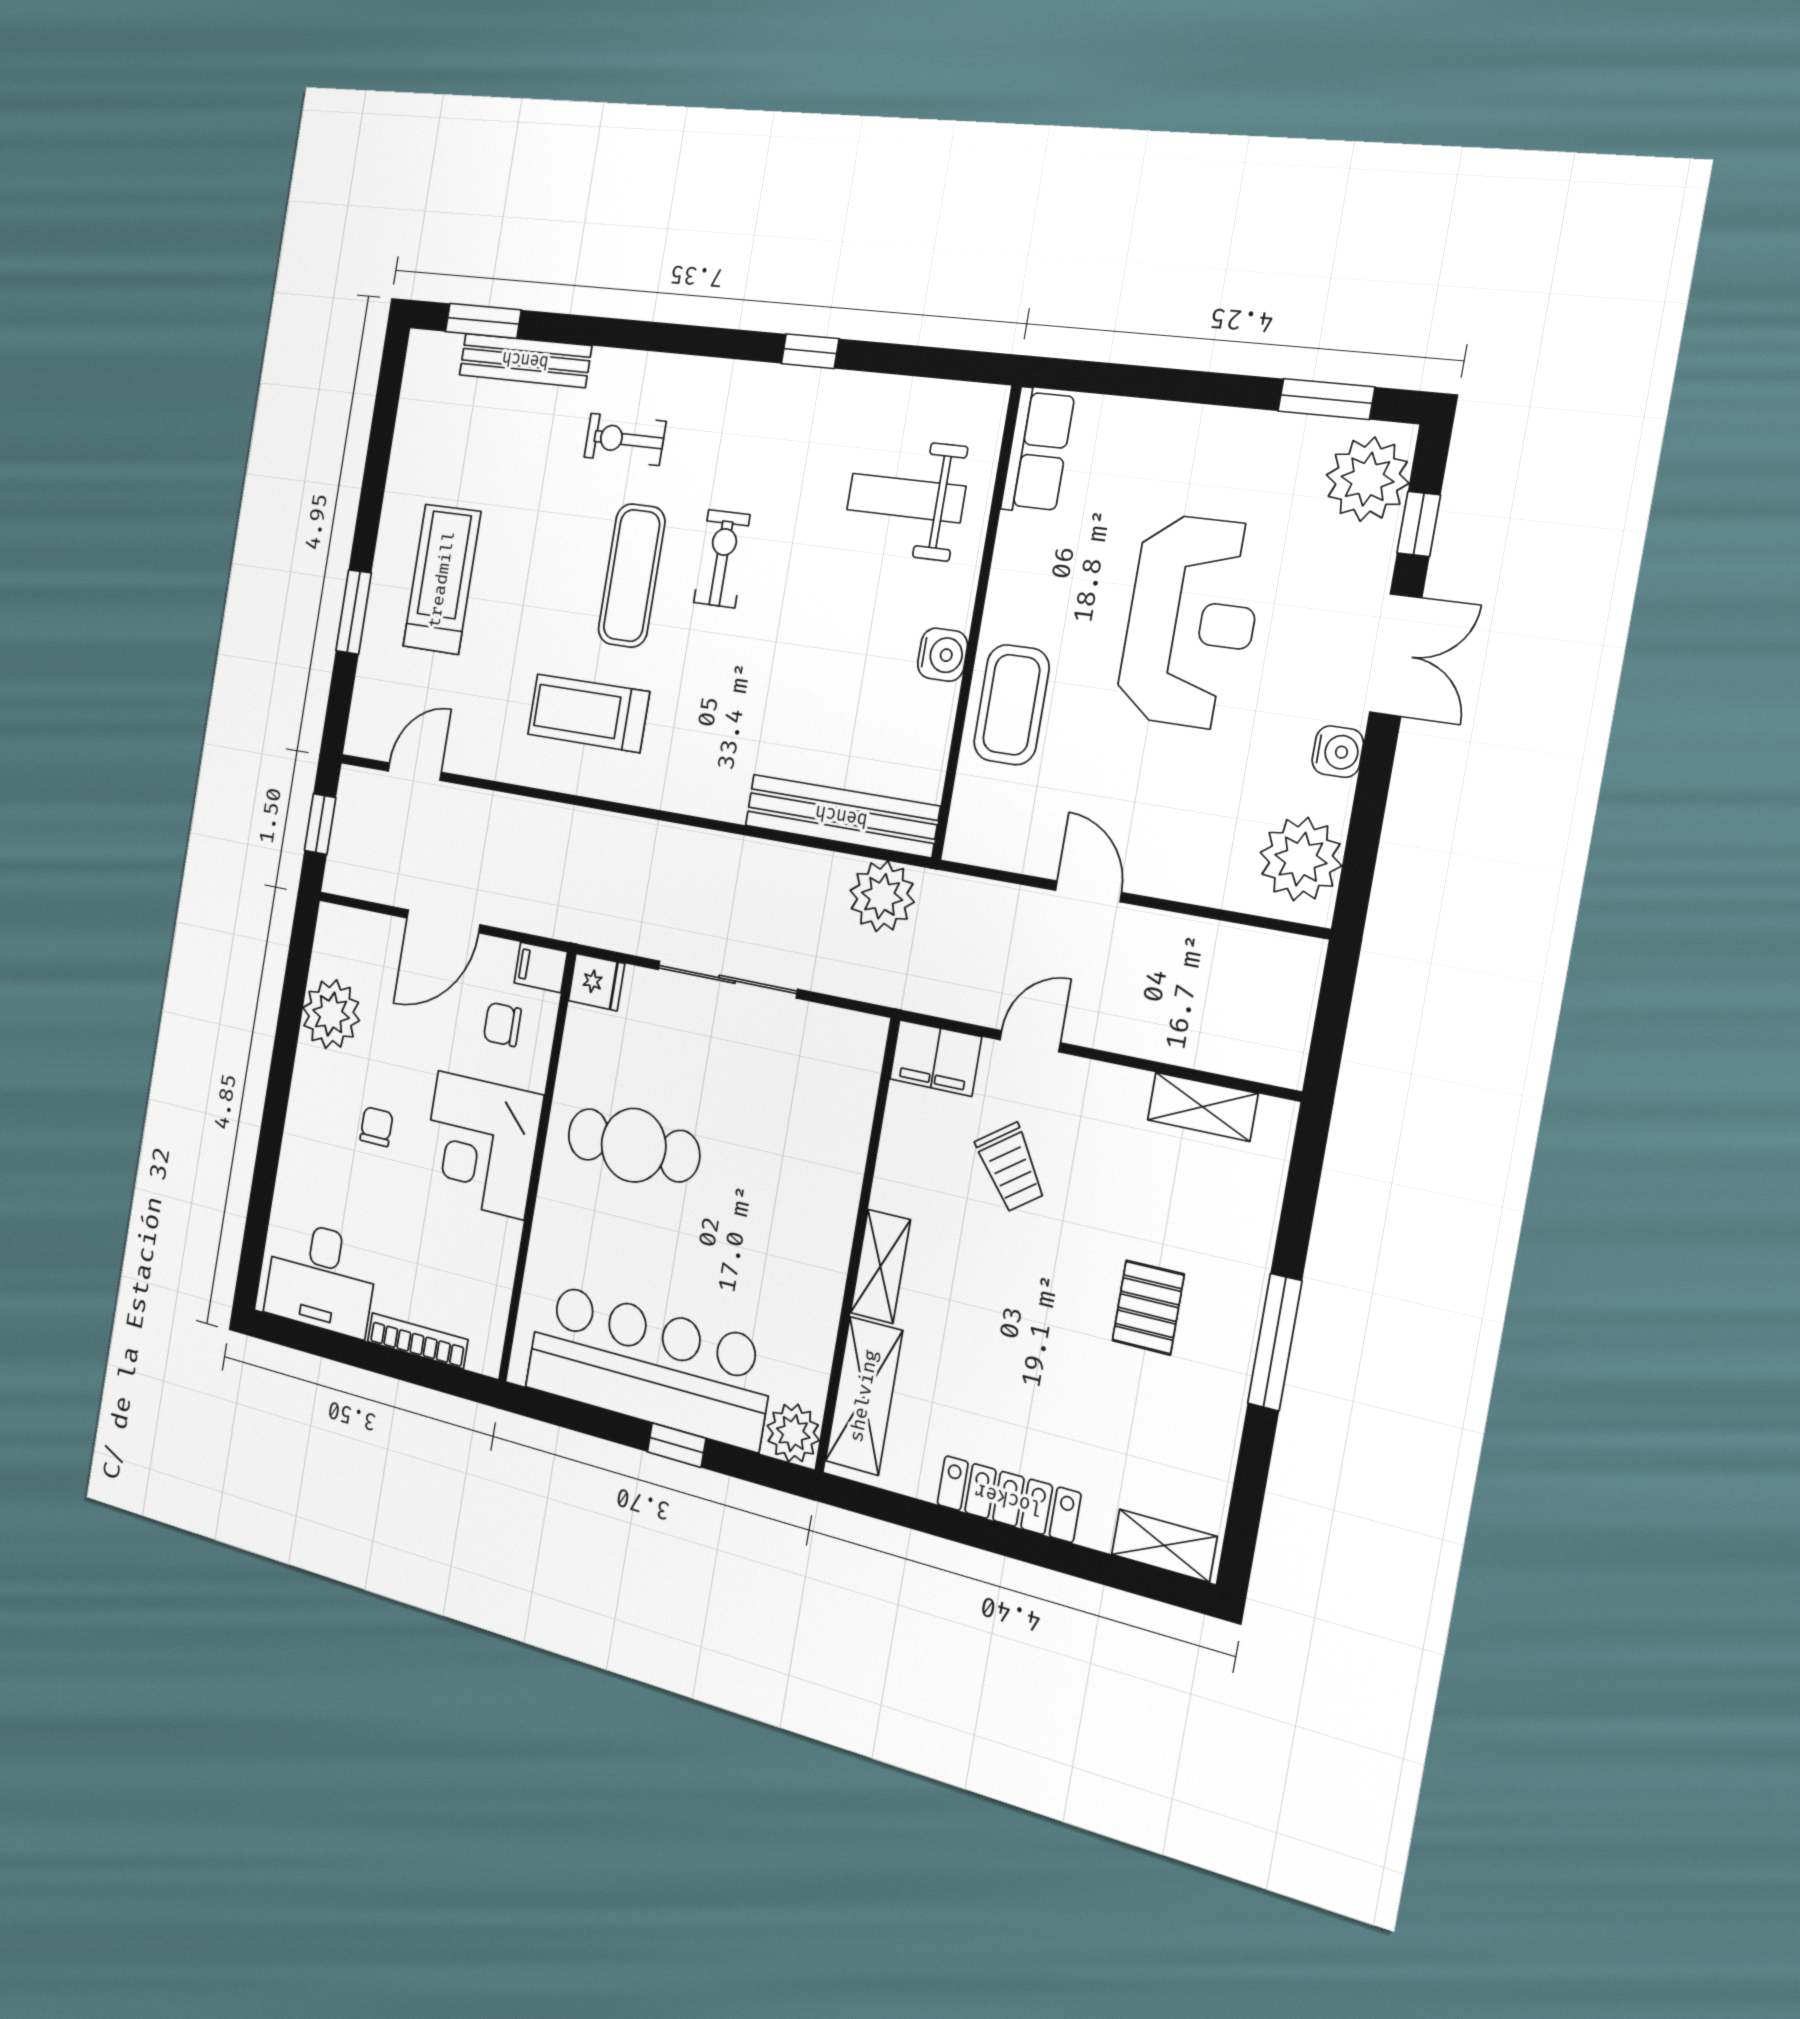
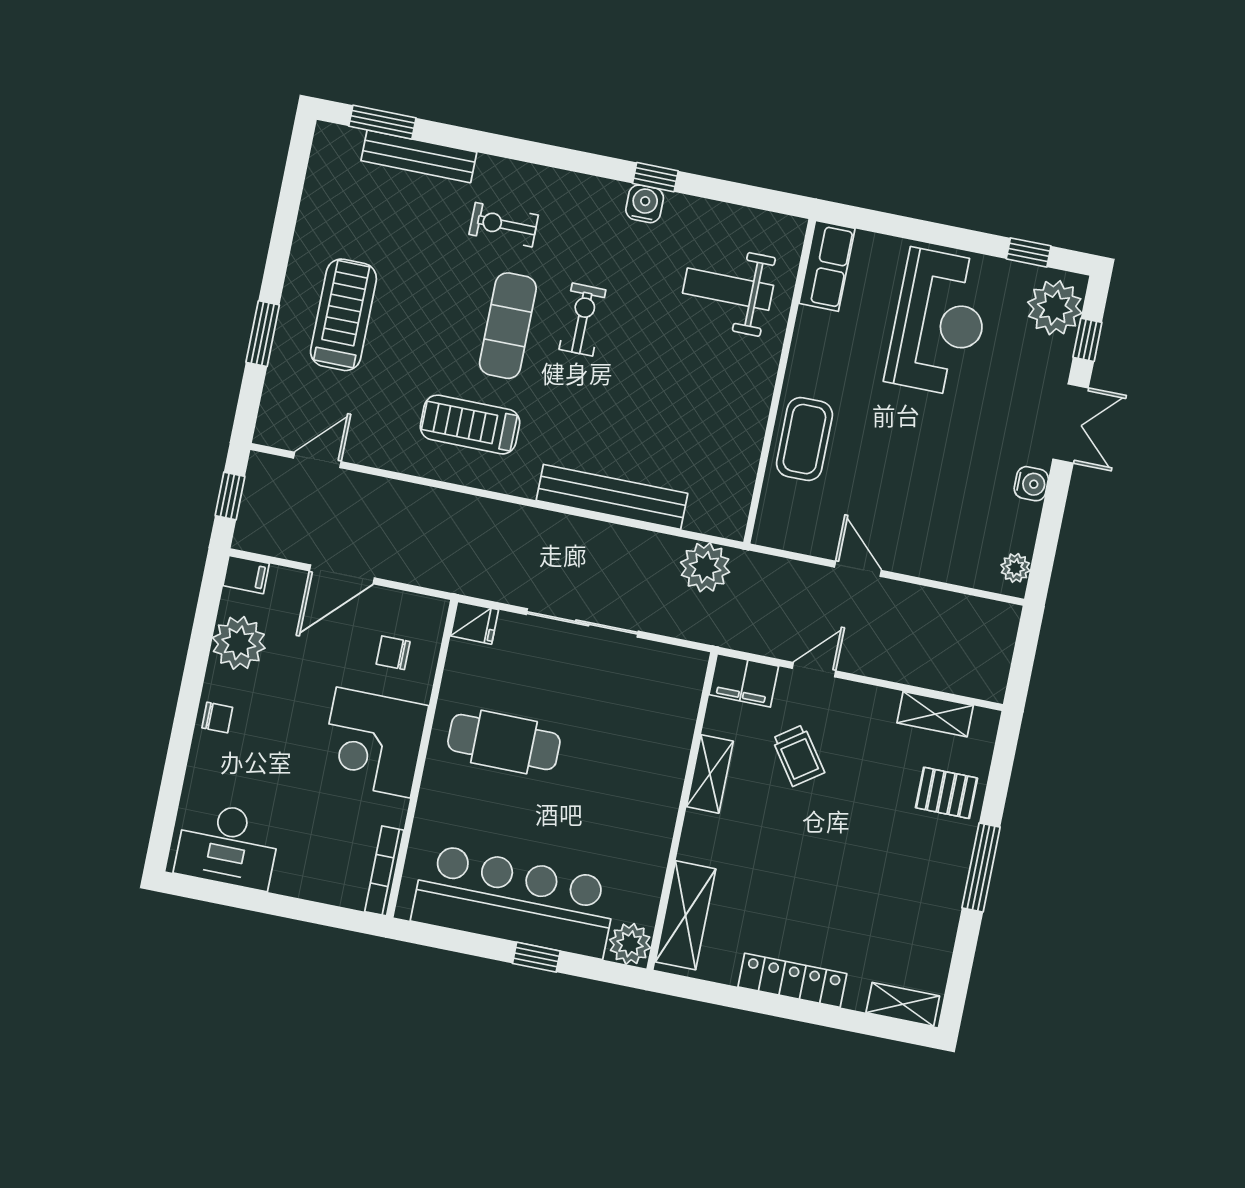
window: (1326, 399) -> (1029, 252), width x0.67
reception desk: (1191, 622) -> (939, 322), moved
water cooler: (943, 655) -> (645, 204), moved, turned -90
bench: (841, 816) -> (612, 497), moved
plant: (1301, 859) -> (1015, 568), width x0.53, depth x0.53
filing cabinet: (541, 967) -> (246, 575), moved, turned 180
chair: (376, 1127) -> (217, 718), moved, turned 90
shelving: (880, 1266) -> (710, 774), moved
pallet: (1148, 1308) -> (946, 793), moved, turned 90
bookcase: (418, 1341) -> (384, 871), moved, turned -90

